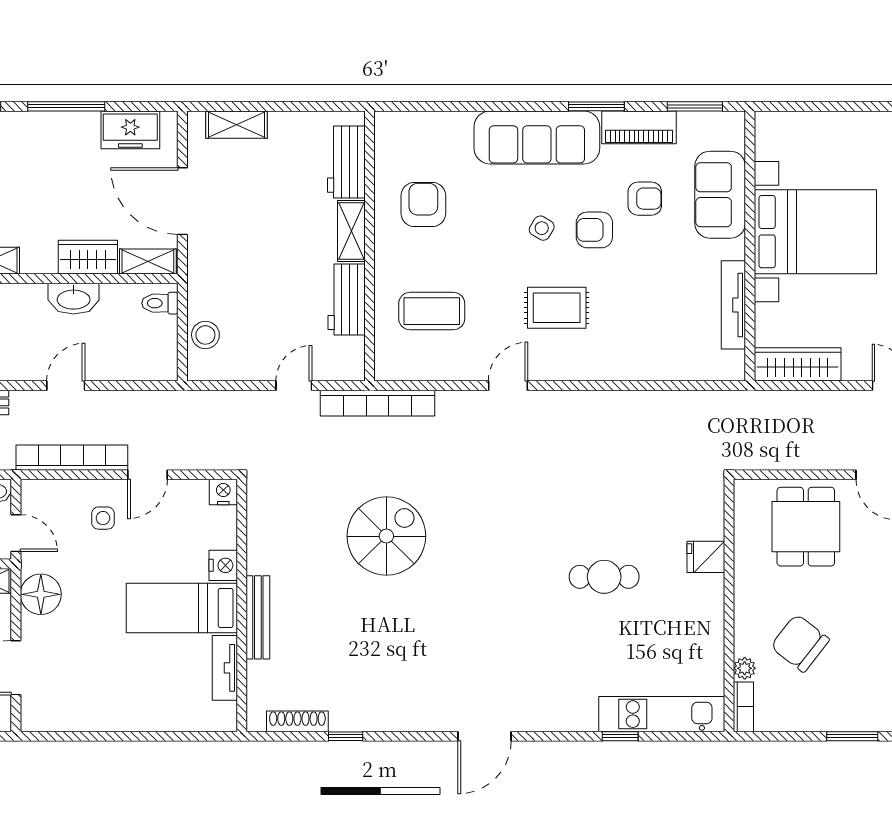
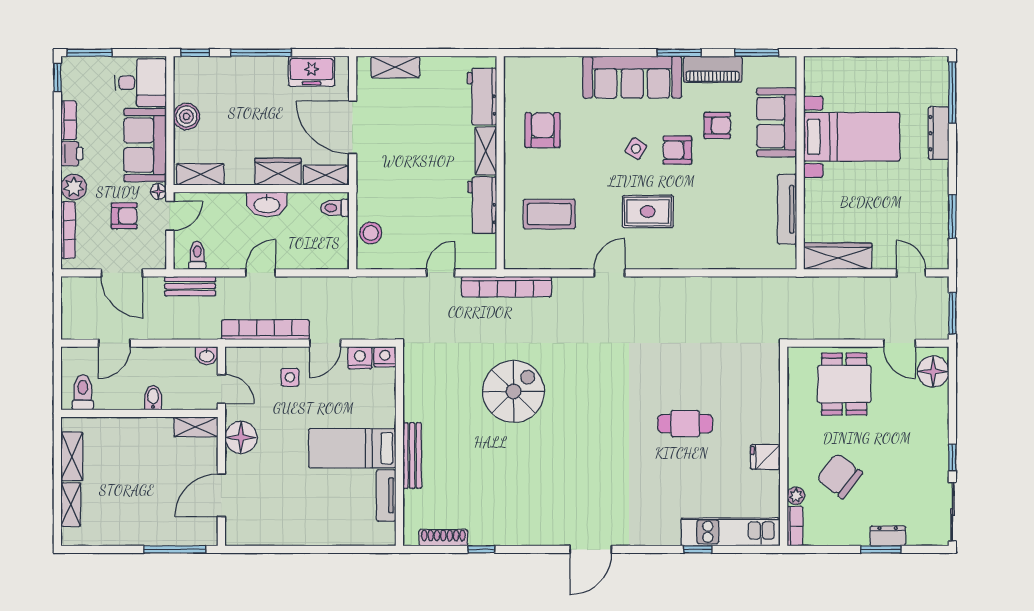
bed with nightstands: (815, 232) -> (852, 137), width x0.73
fridge: (706, 557) -> (765, 457), moved
nightstand: (223, 565) -> (360, 358), moved, turned -90
dresser: (861, 719) -> (888, 536), added

